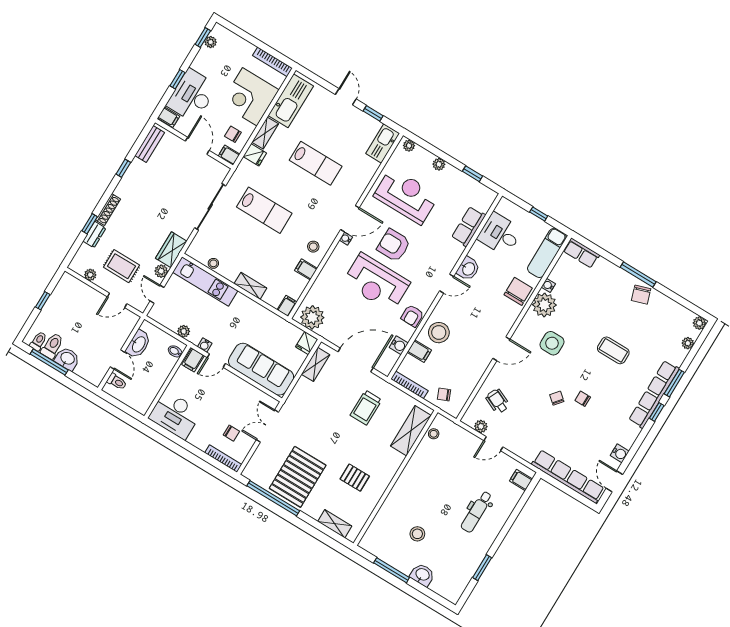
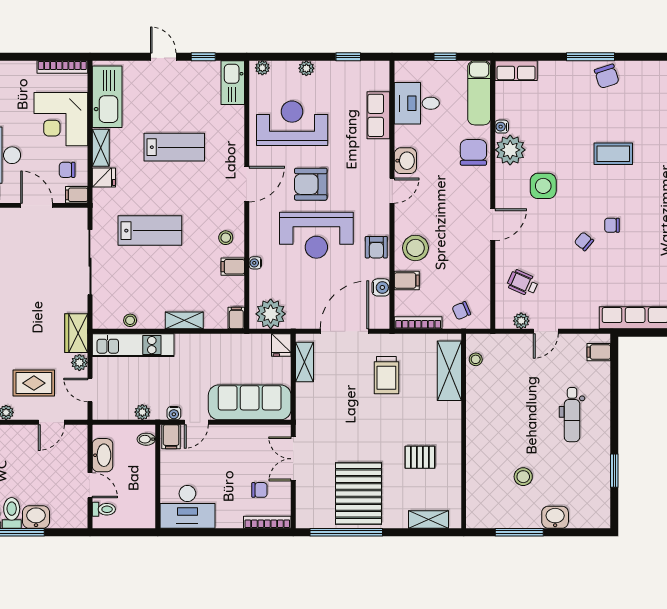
water cooler: (346, 239) -> (255, 263), moved

